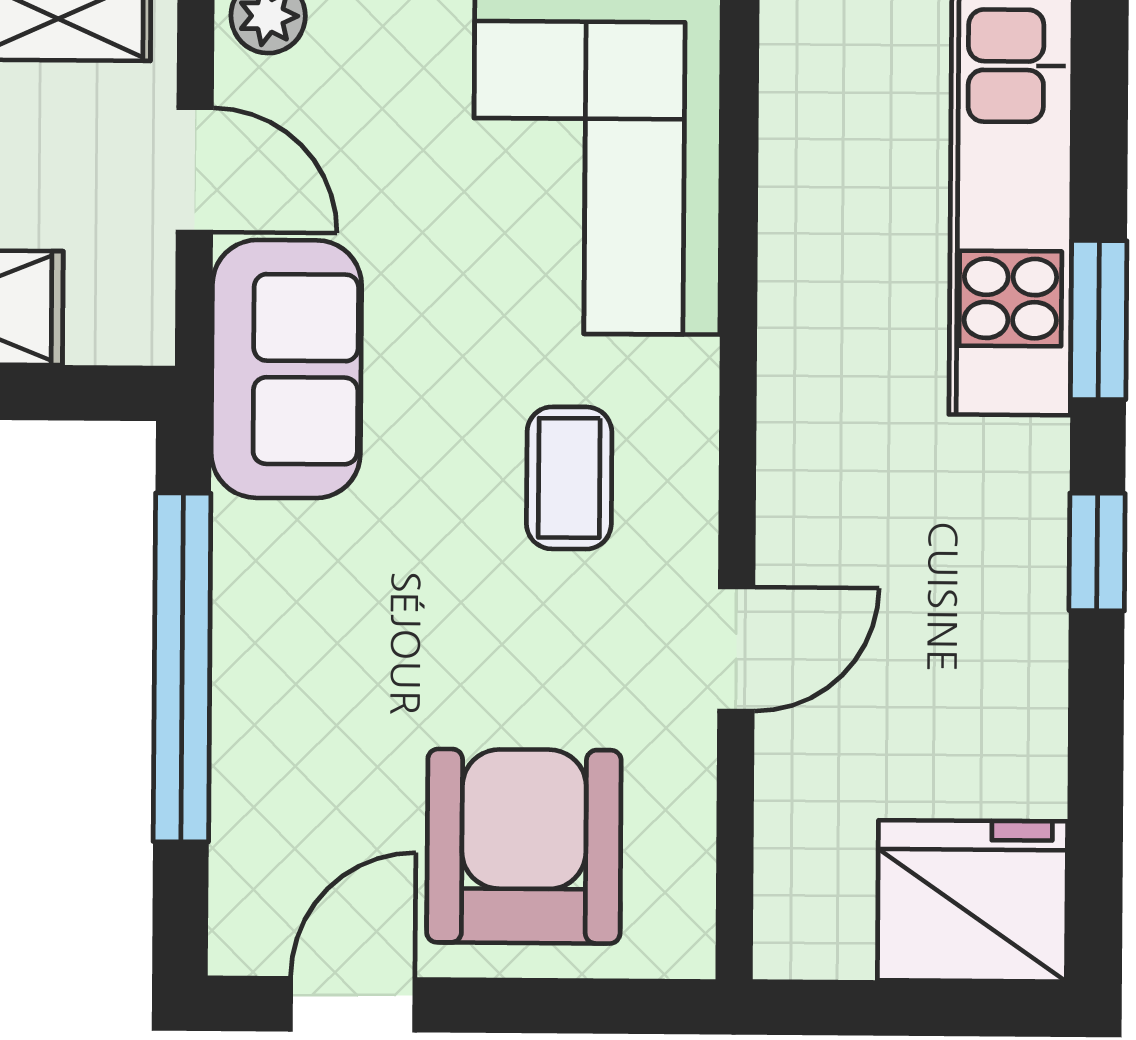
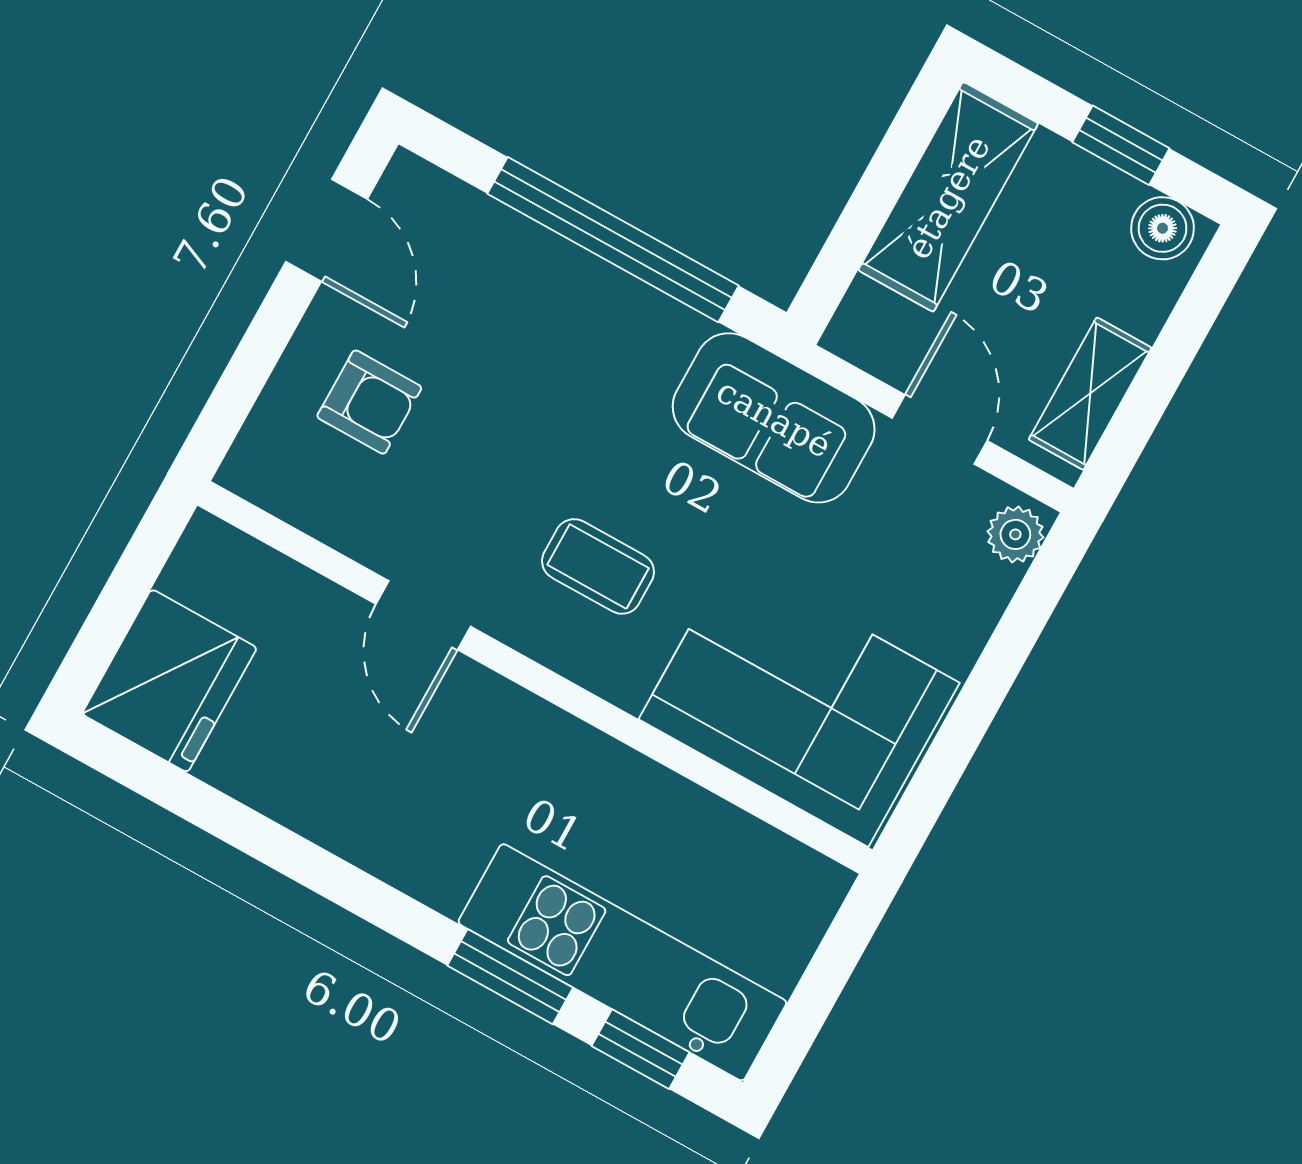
door: (195, 170) -> (940, 429), swing flipped
window: (1097, 552) -> (640, 1049), moved
armchair: (524, 846) -> (369, 402), width x0.53, depth x0.53

